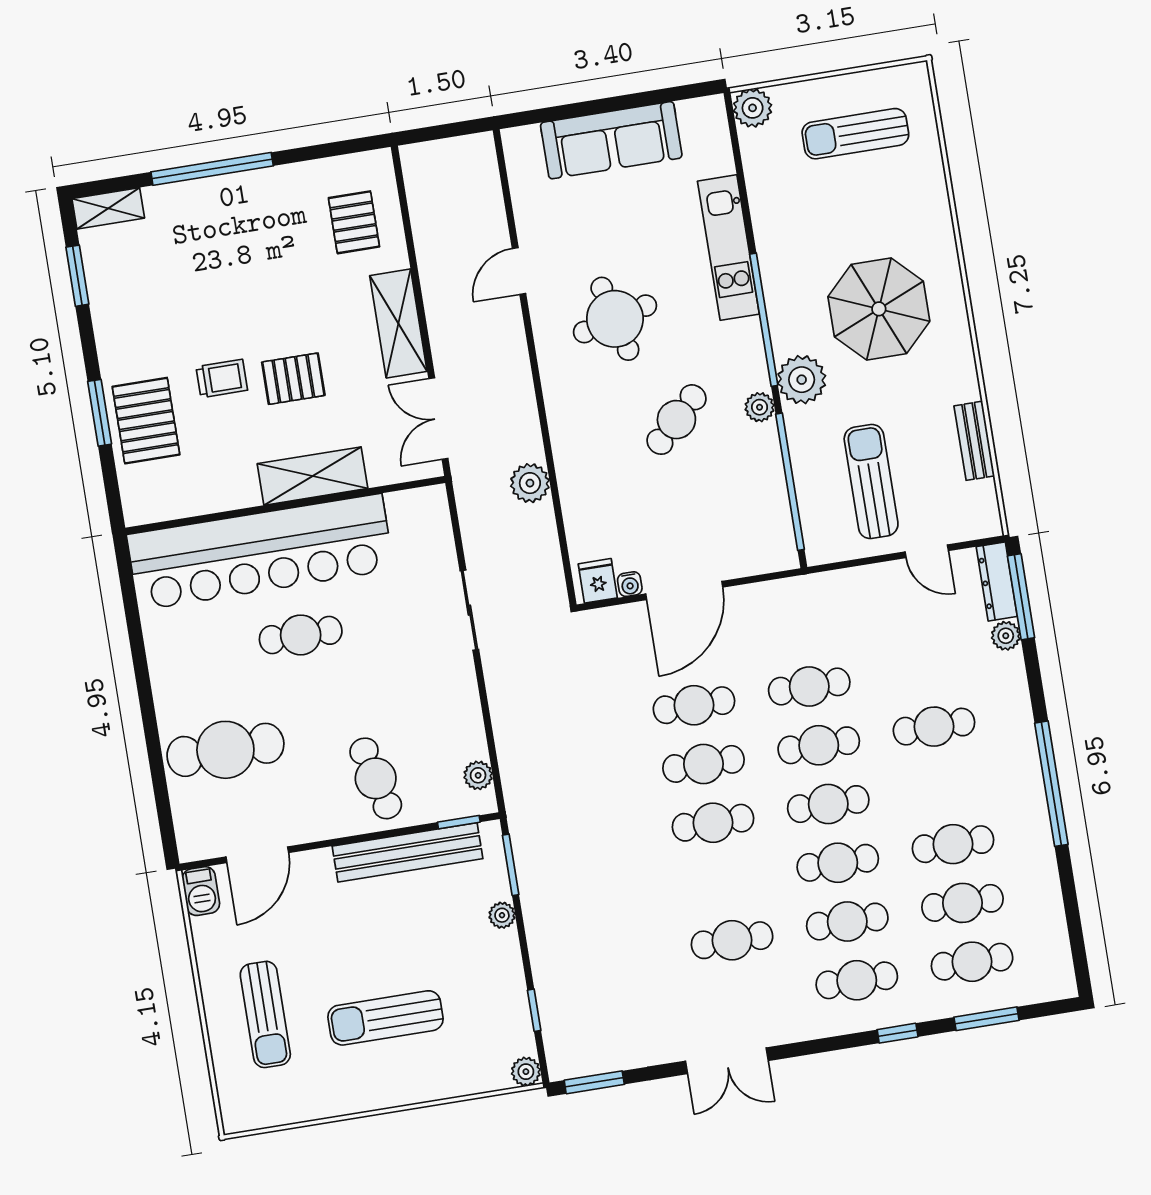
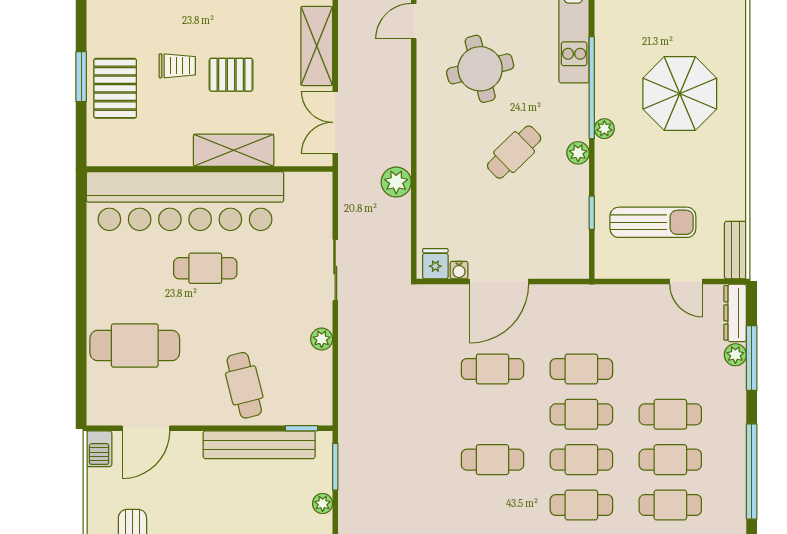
plant: (802, 380) -> (604, 129), width x0.53, depth x0.53
bench: (974, 441) -> (735, 250), moved
sun lounger: (871, 481) -> (653, 222), turned 90
window: (790, 482) -> (592, 213), width x0.32
window: (1021, 597) -> (752, 358), moved
cafe table: (703, 764) -> (670, 460), moved
plant: (478, 775) -> (322, 339), moved

